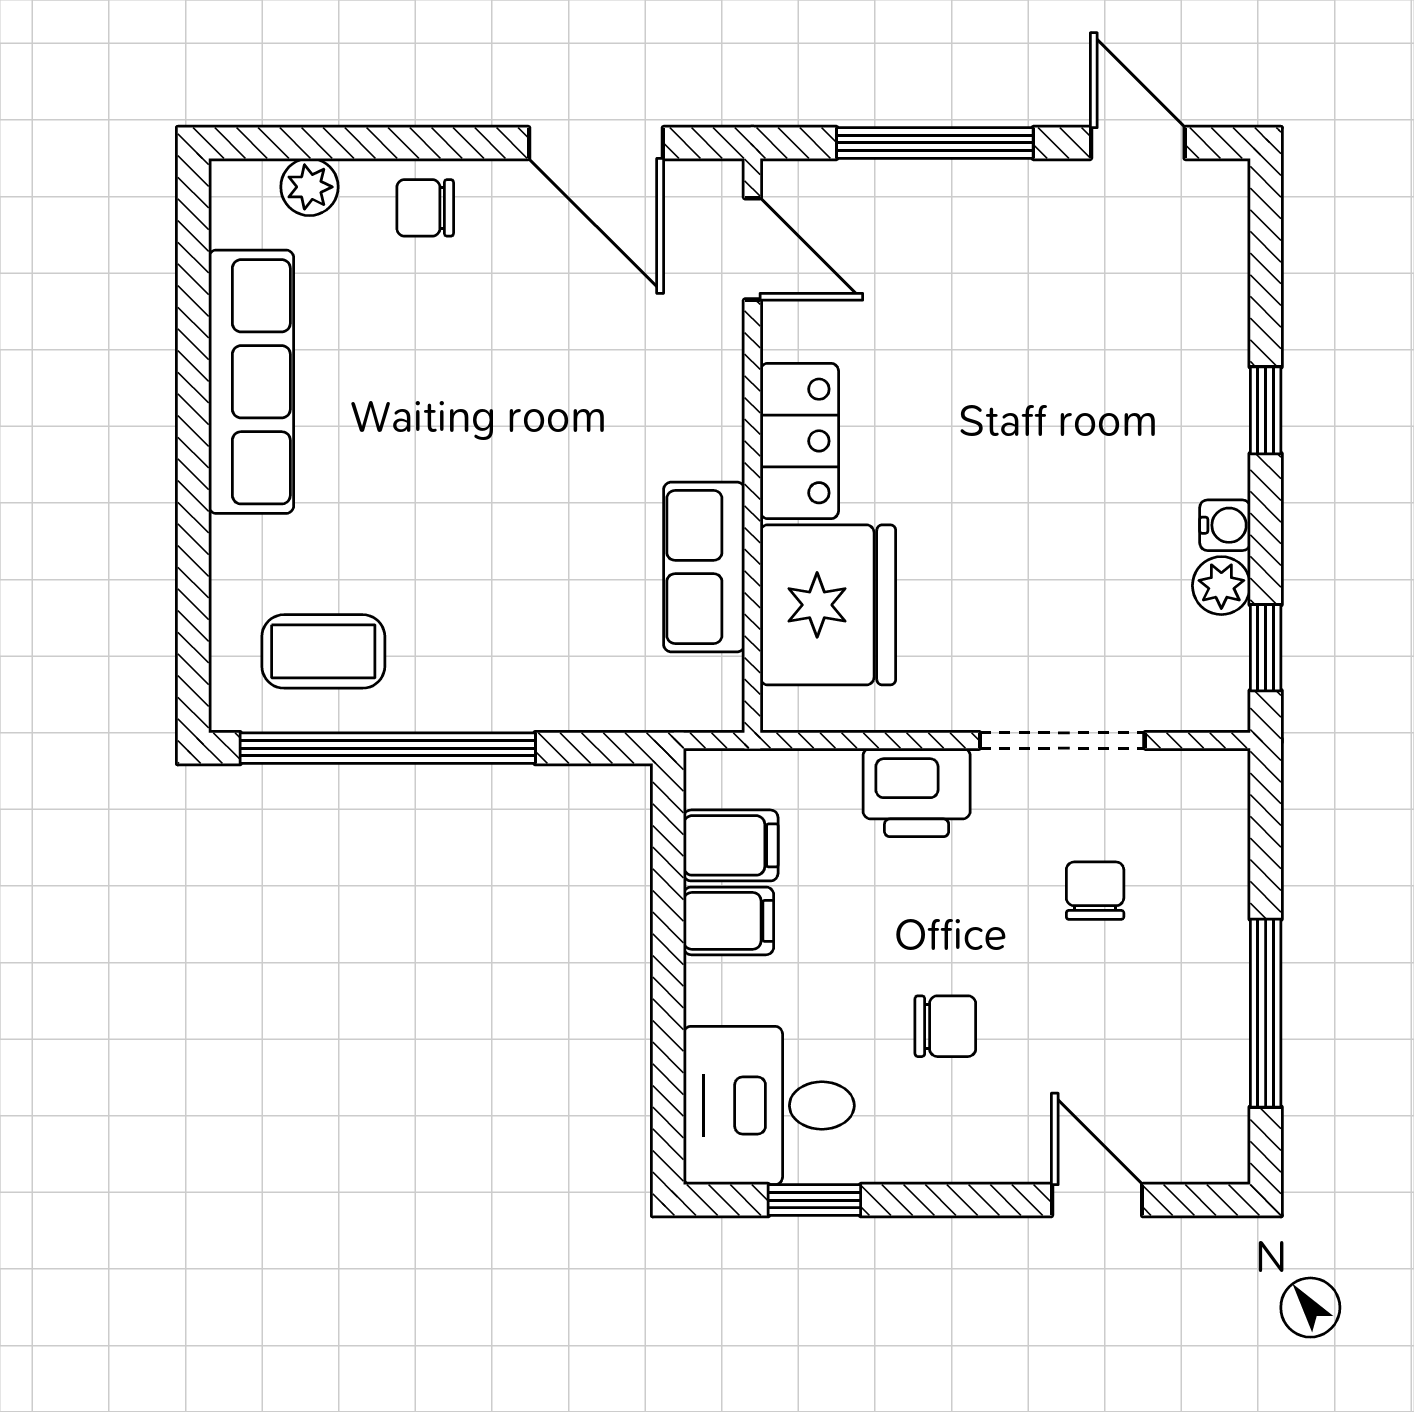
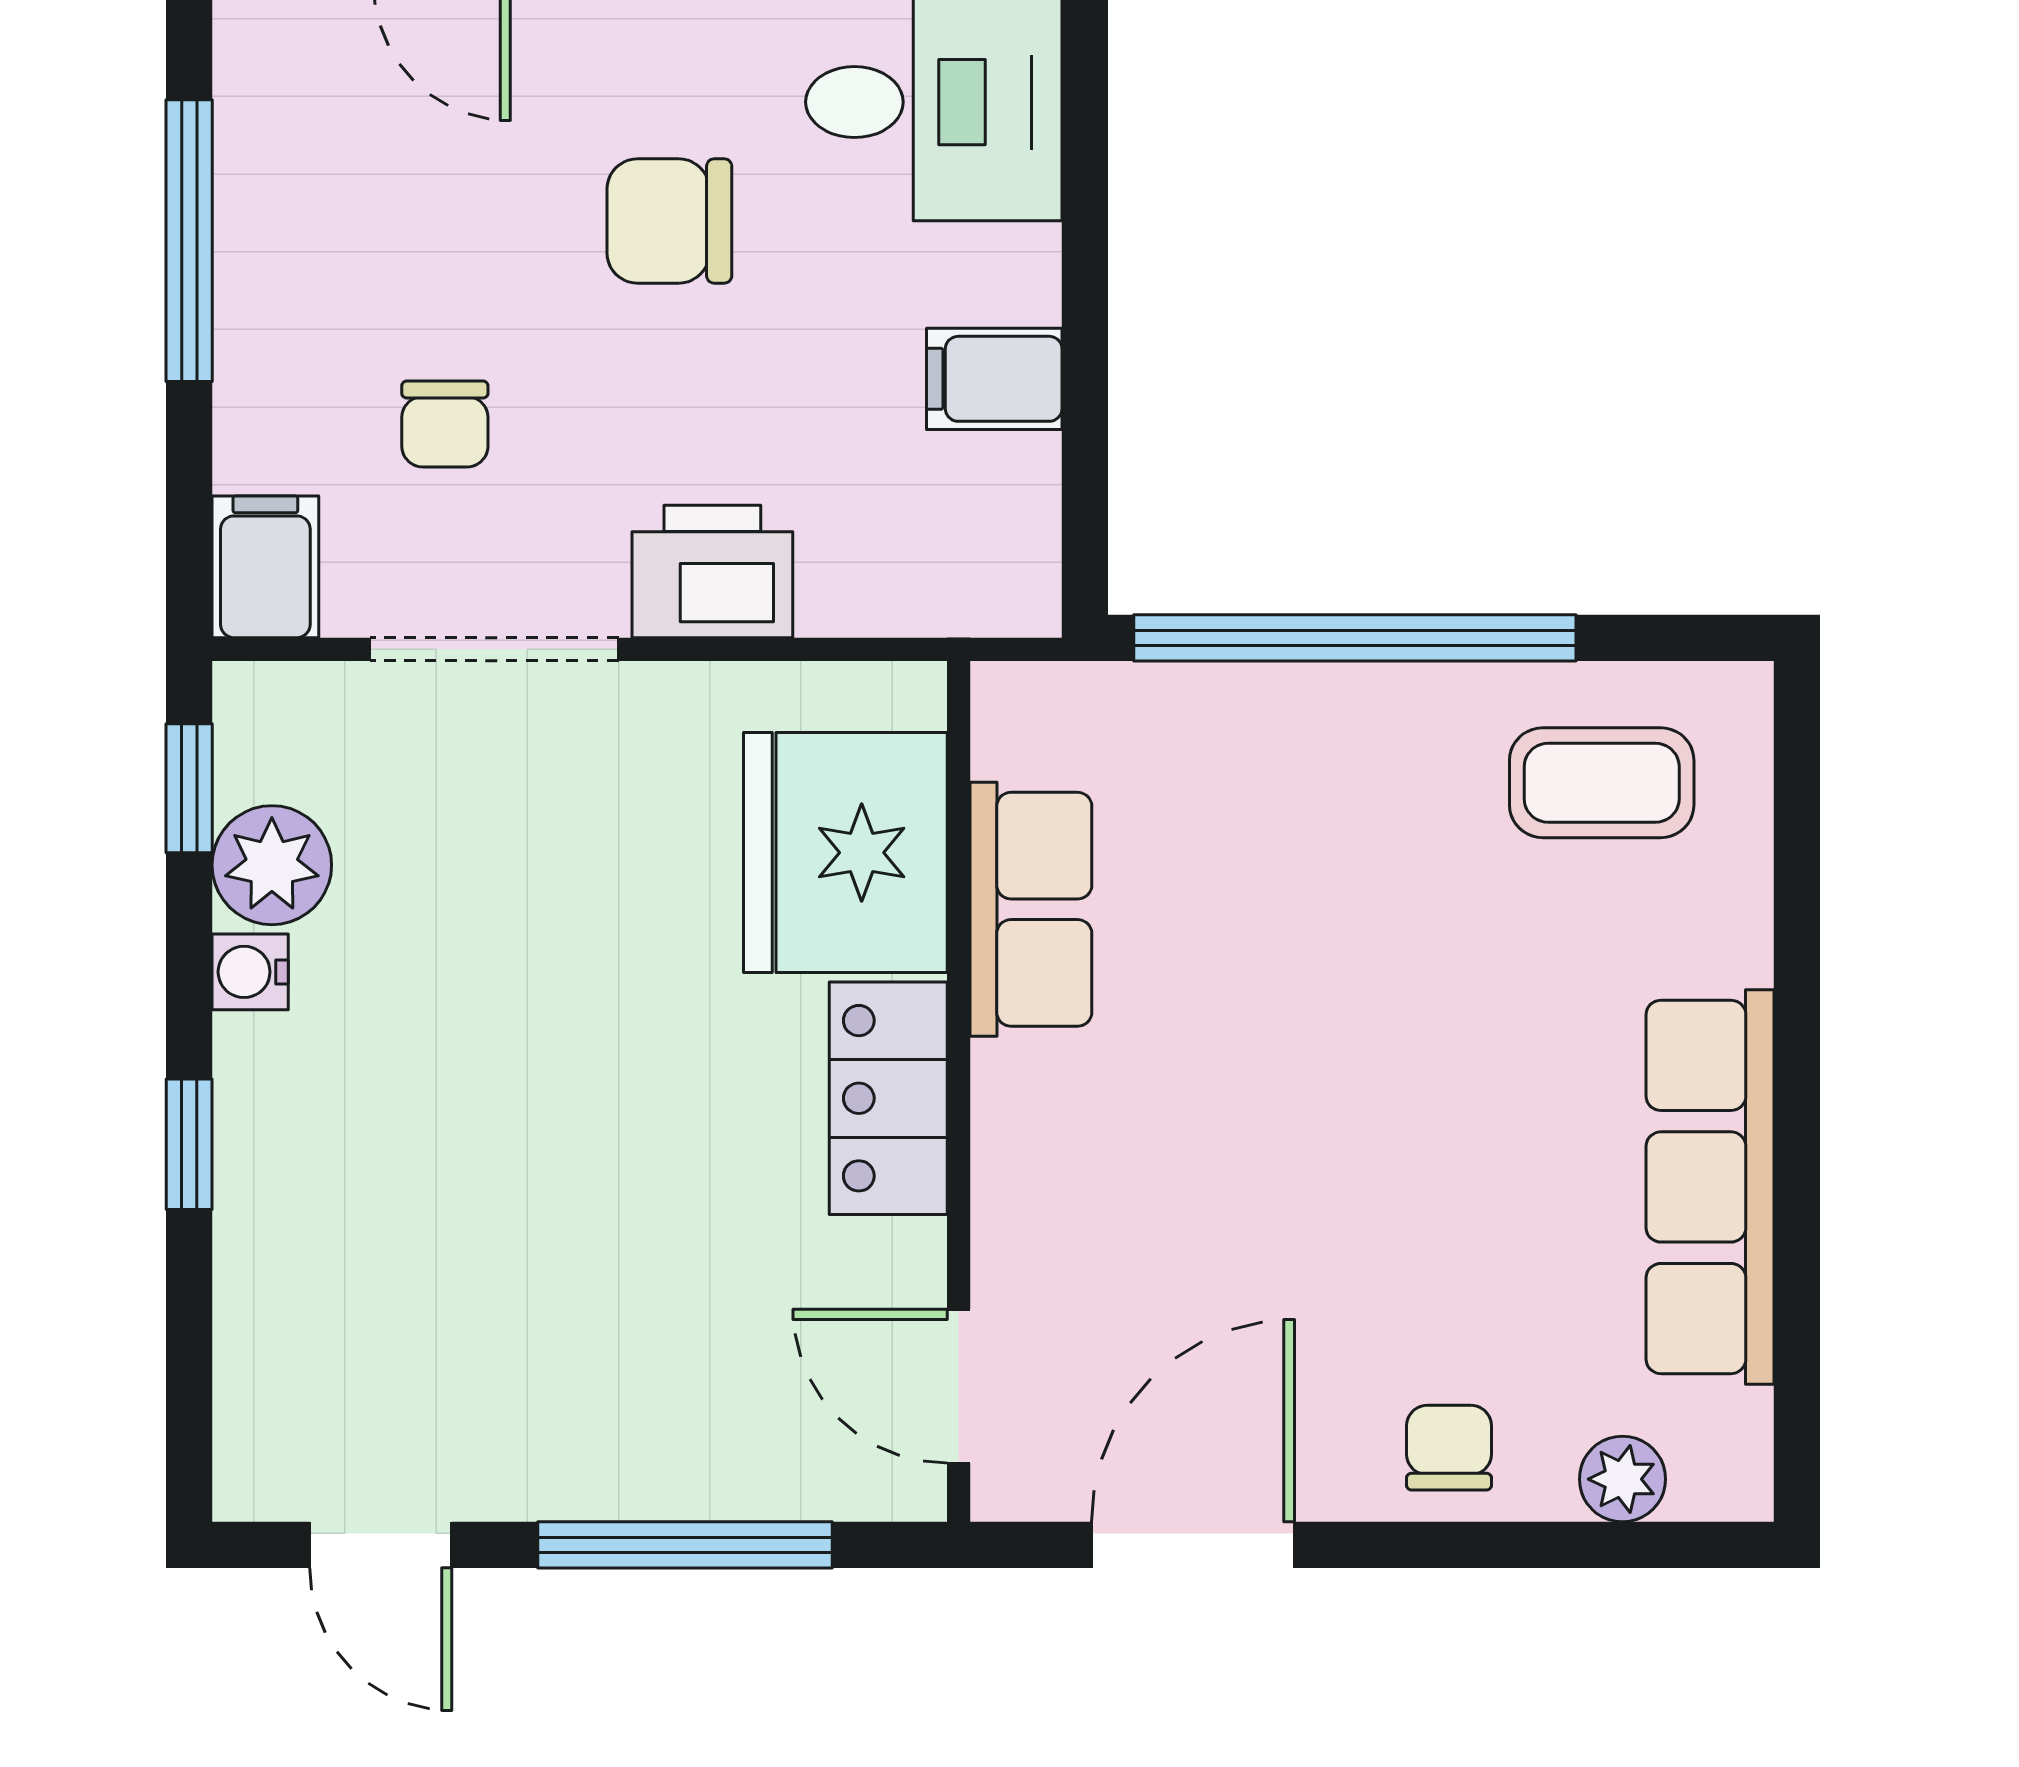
door: (596, 143) -> (1193, 1545), hinge flipped
chair: (425, 208) -> (1449, 1448), turned -90
plant: (1221, 586) -> (272, 865), width x1.38, depth x1.38
window: (388, 748) -> (1355, 638), moved
filing cabinet: (731, 845) -> (265, 567), moved, turned 90
chair: (945, 1026) -> (669, 221), width x1.37, depth x1.37

